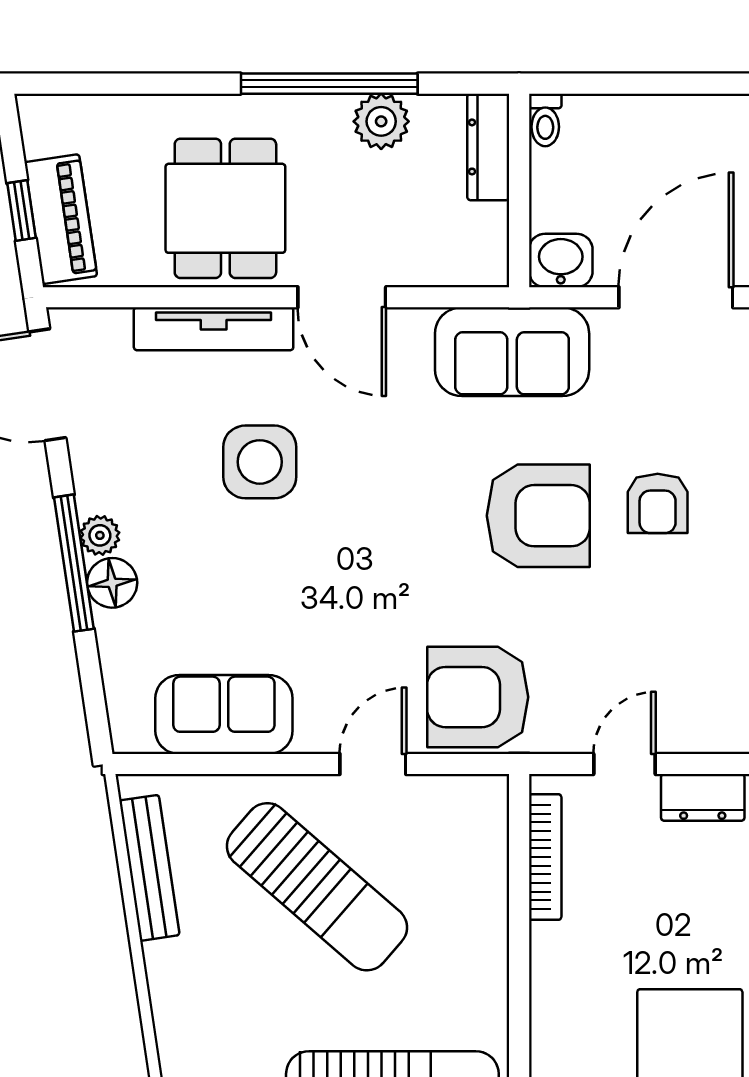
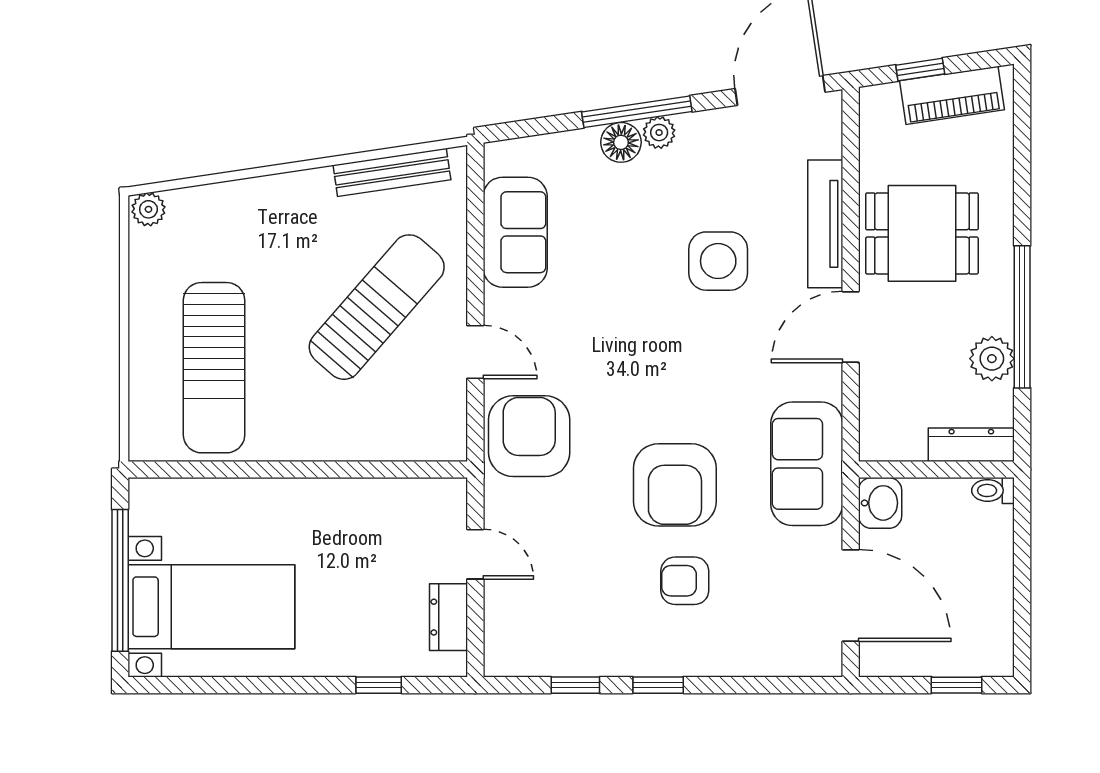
piano: (61, 219) -> (952, 95), moved
bookcase: (545, 857) -> (401, 490), removed
sun lounger: (317, 887) -> (377, 307), turned 180

